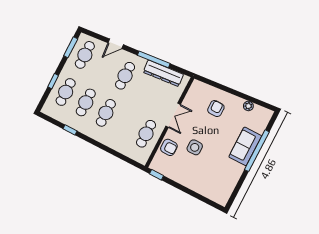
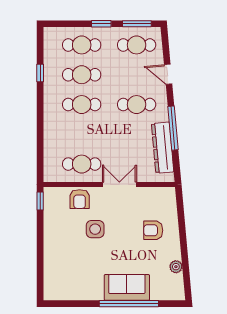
window: (53, 81) -> (101, 24), moved
armchair: (216, 109) -> (153, 230), turned 180
double door: (173, 115) -> (119, 184), swing flipped

